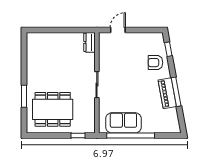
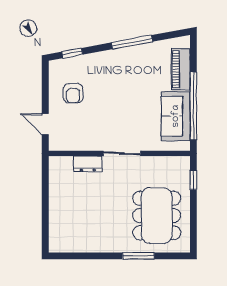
dresser: (89, 42) -> (88, 164), moved
armchair: (155, 63) -> (73, 93), moved
piano: (167, 93) -> (181, 69), moved, turned 100

